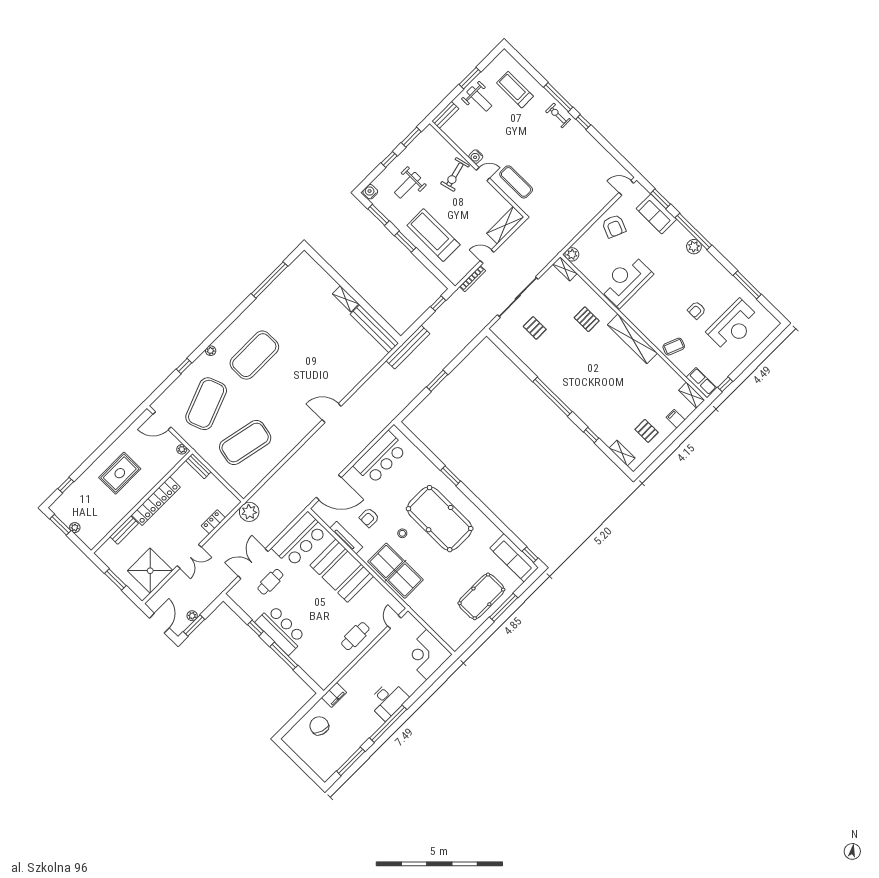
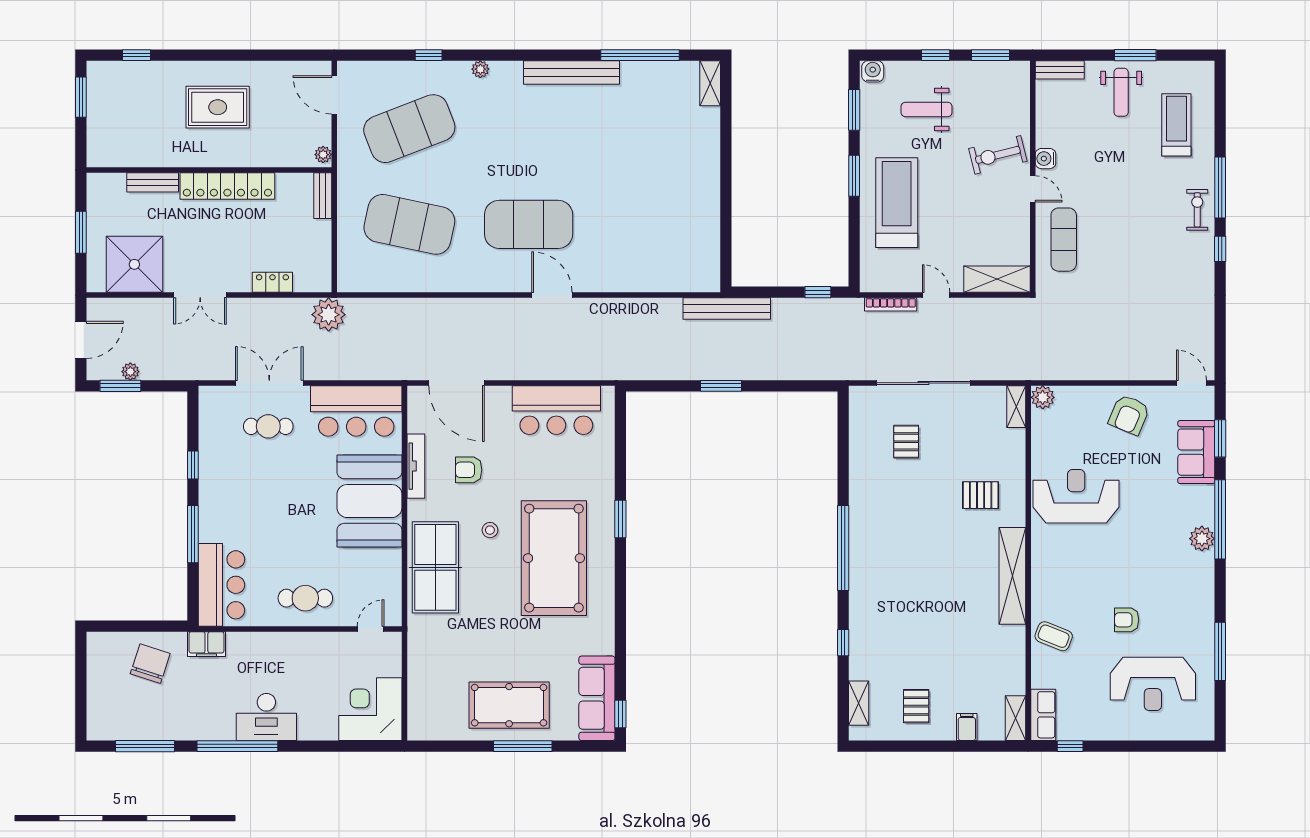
shelving: (346, 299) -> (710, 83), moved
pallet: (587, 319) -> (981, 495), turned 90
bench: (374, 329) -> (571, 72), moved, turned 90
exercise mat: (254, 355) -> (529, 224), moved
plant: (75, 528) -> (95, 118), removed
bar counter: (281, 630) -> (222, 585), moved

